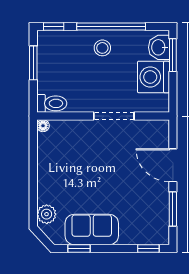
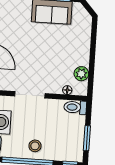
floor lamp: (43, 126) -> (67, 90), moved
plant: (47, 214) -> (81, 74), moved

